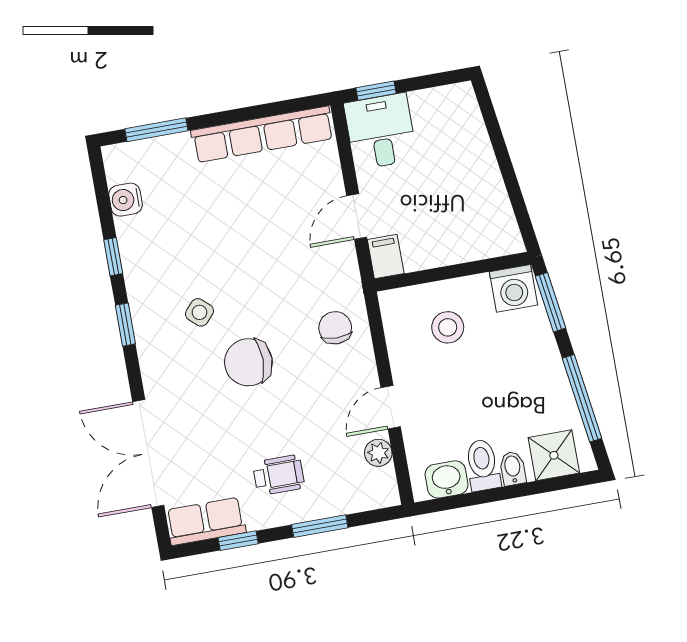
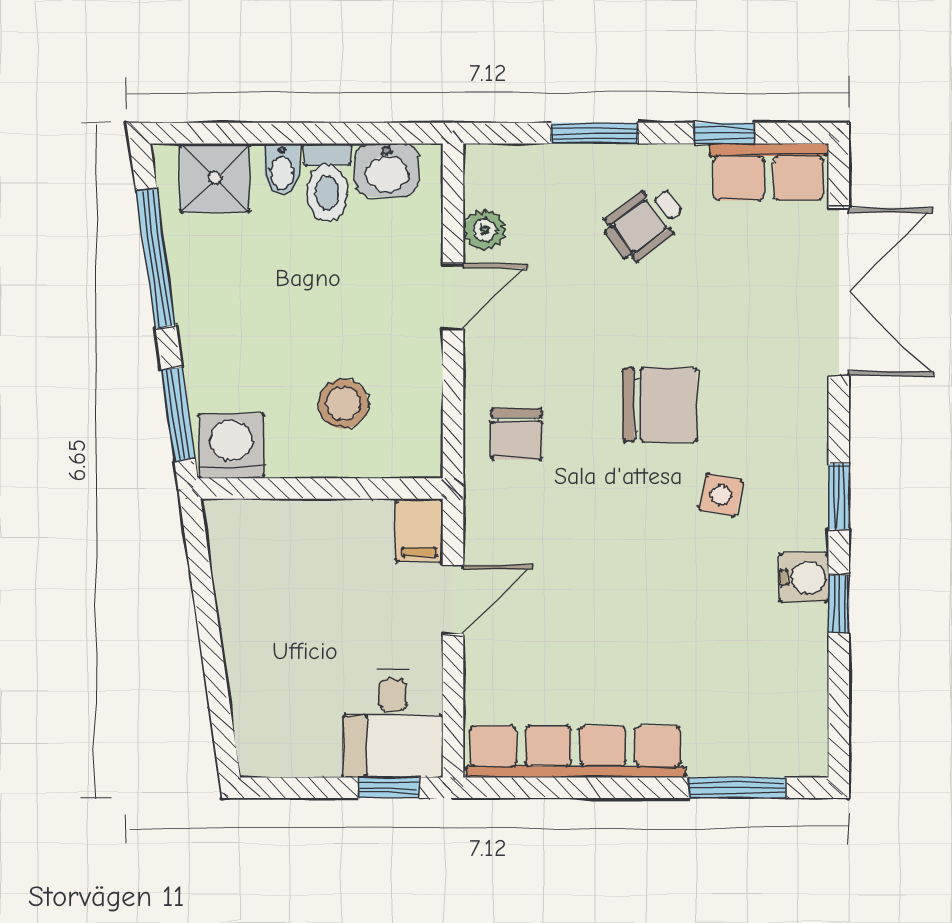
water cooler: (126, 200) -> (804, 578), moved
side table: (199, 312) -> (721, 495), turned -30
wheelchair: (279, 475) -> (644, 223), turned -37

